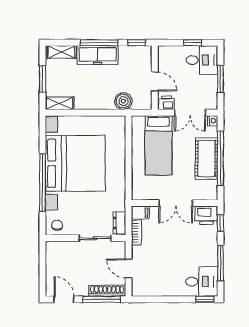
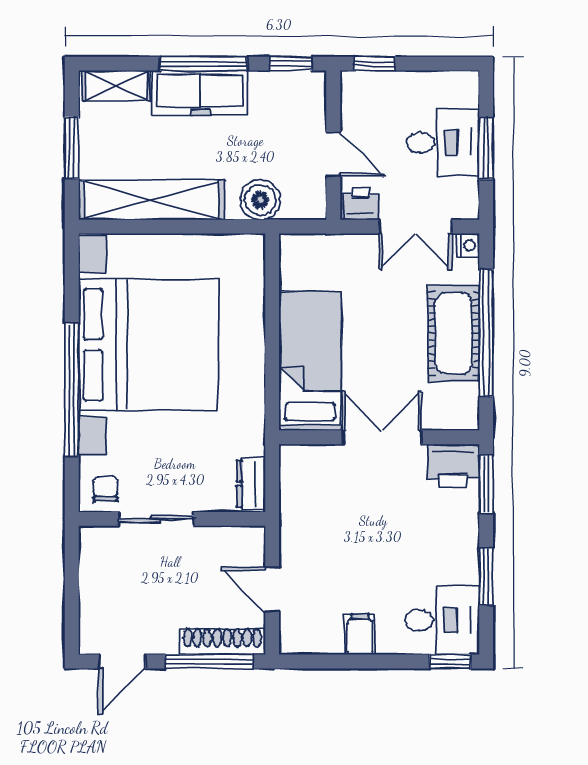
window: (193, 43) -> (375, 64), moved
desk: (202, 60) -> (443, 143), moved
shelving: (60, 103) -> (151, 200), width x2.20, depth x1.33
bed: (159, 145) -> (310, 361), moved, turned 180
double door: (176, 203) -> (382, 437), swing flipped
filing cabinet: (140, 213) -> (360, 634), moved, turned -90
window: (220, 223) -> (486, 484), width x1.50
bookcase: (136, 233) -> (291, 506), removed
sliding door: (95, 238) -> (156, 519), moved
window: (220, 263) -> (486, 577), width x0.69
door: (64, 299) -> (122, 661), swing flipped

